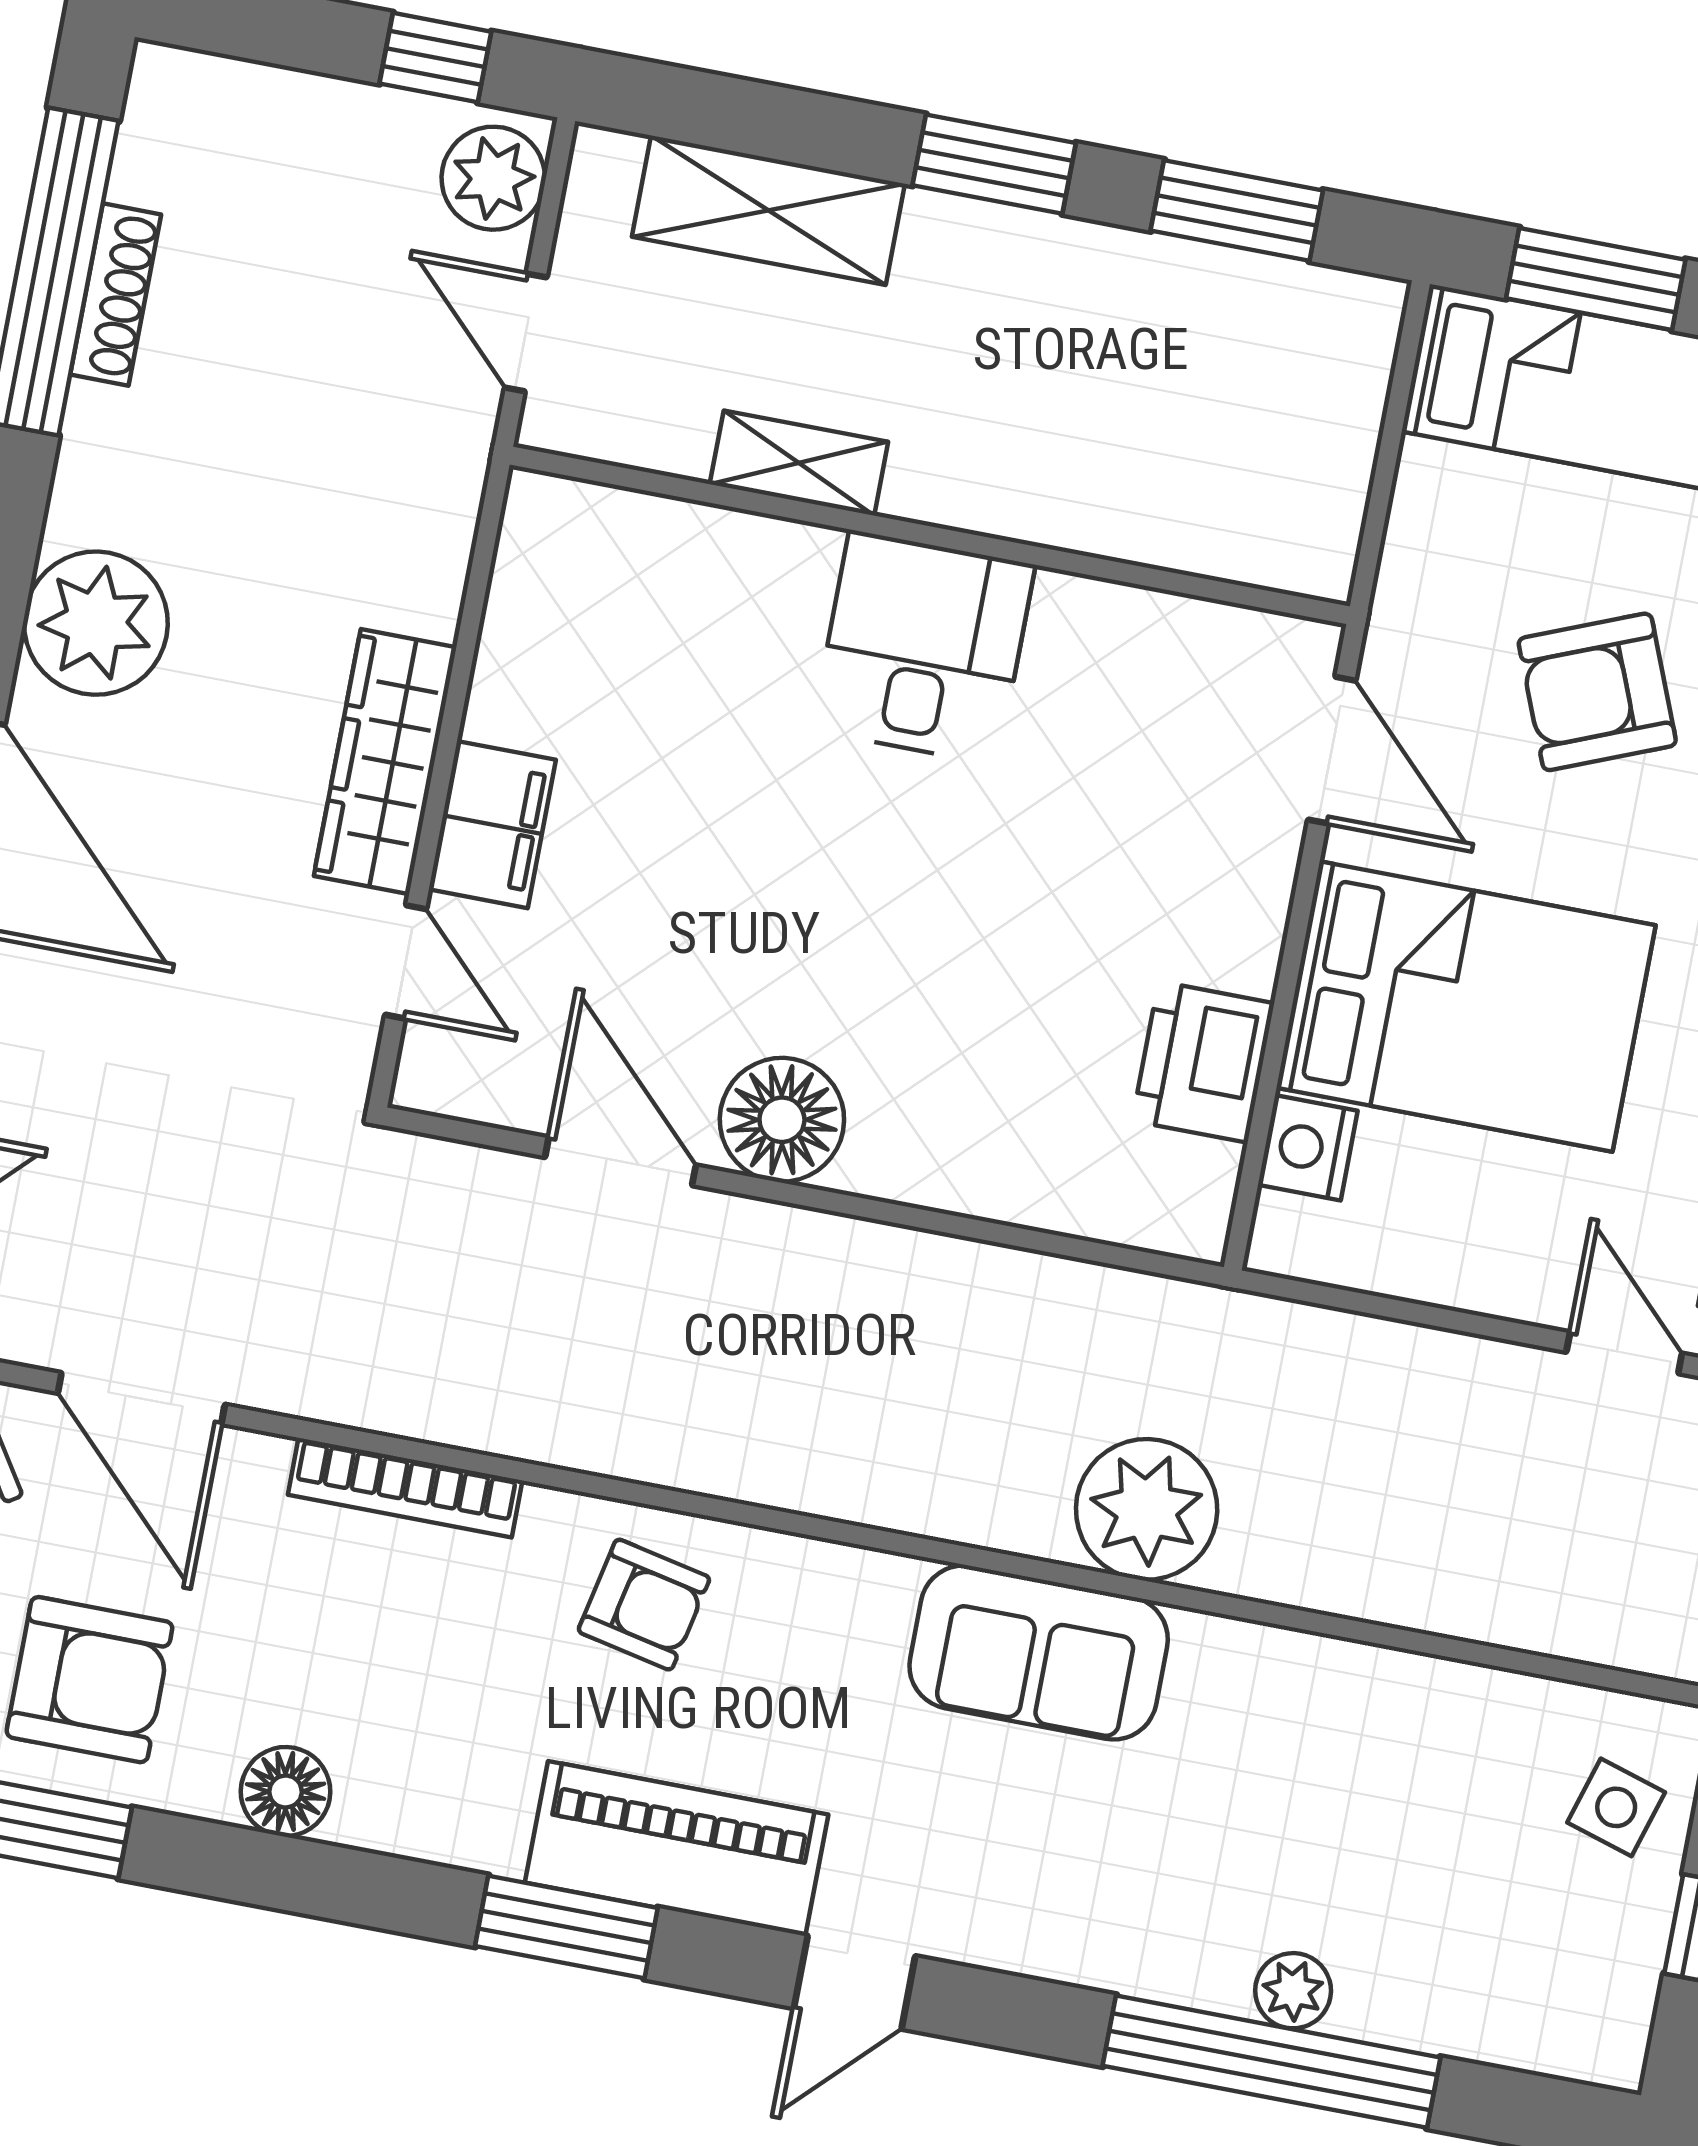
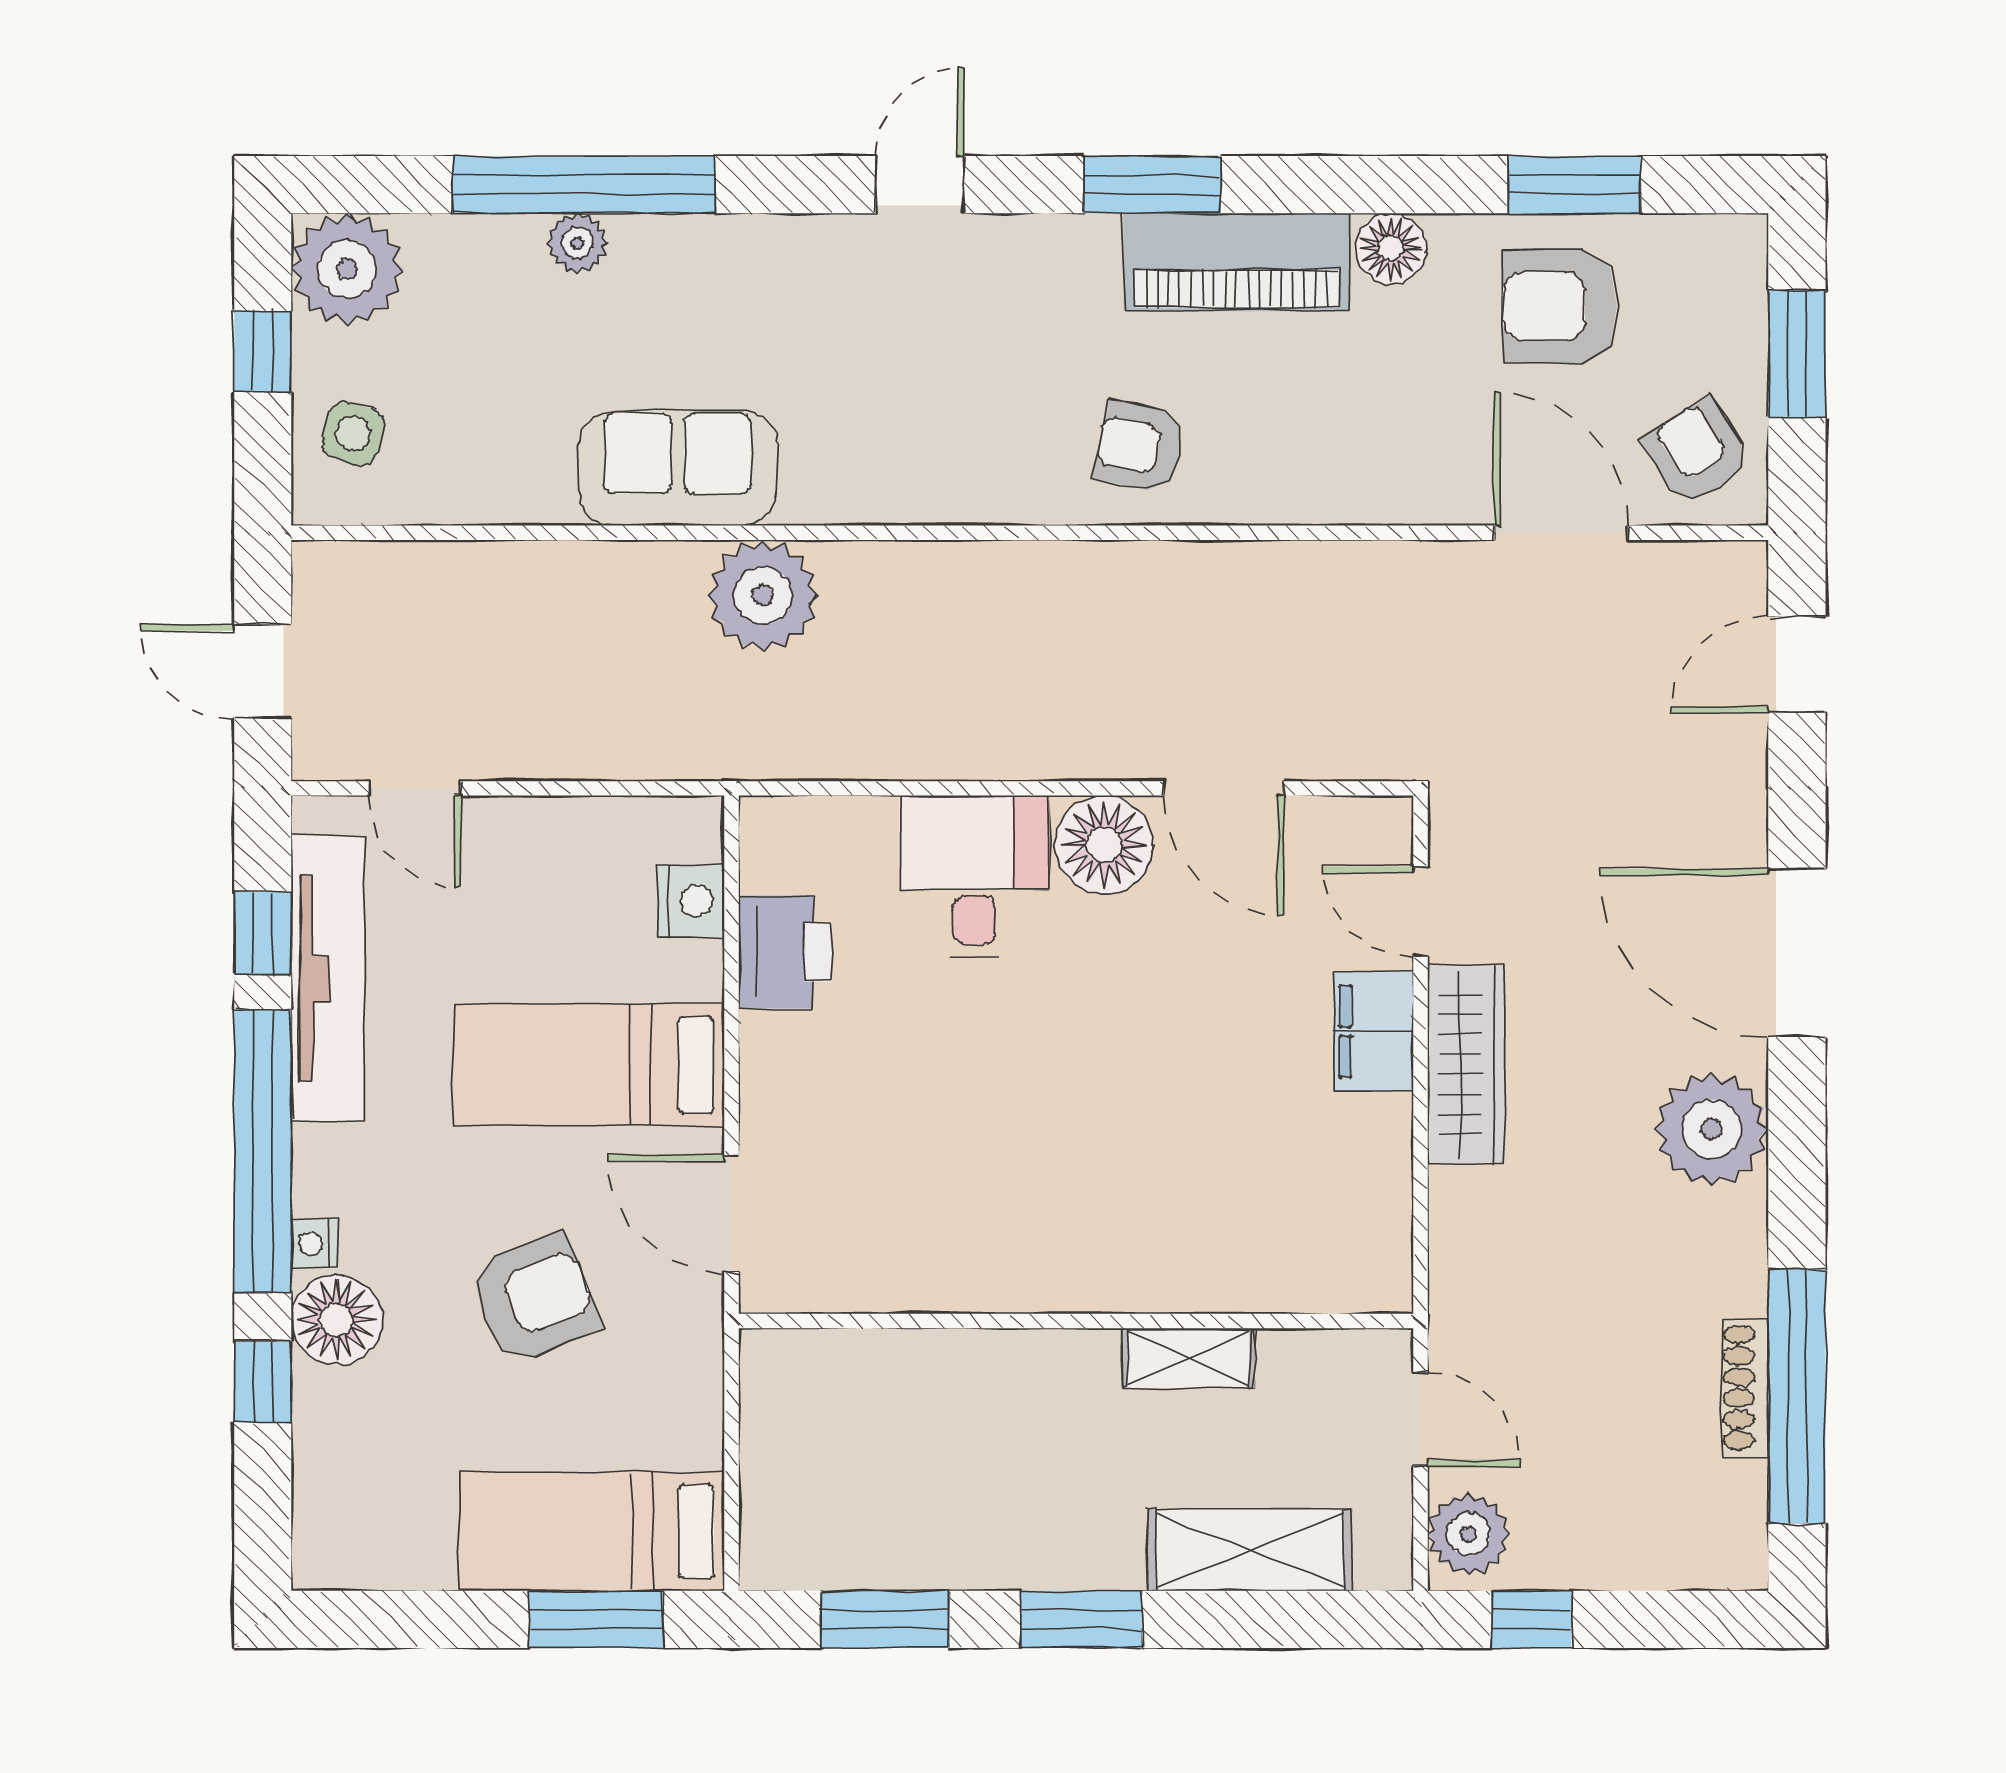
desk: (923, 647) -> (974, 876), moved, turned 180
bed: (1466, 1007) -> (589, 1065), width x0.67
bookcase: (405, 1488) -> (1343, 502), removed
sofa: (1039, 1653) -> (678, 468), moved
piano: (677, 1848) -> (1237, 262), moved
plant: (1585, 2013) -> (347, 269), added

